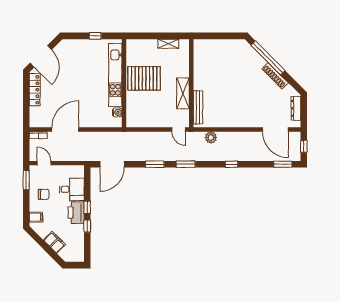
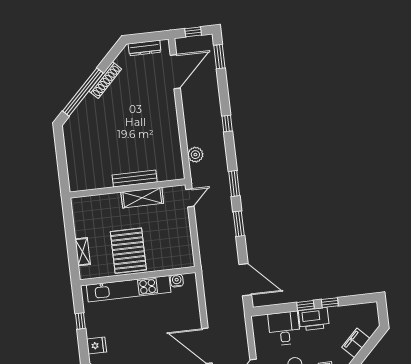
shelving: (168, 44) -> (83, 252), moved
fridge: (75, 46) -> (97, 345), added
bench: (198, 107) -> (135, 179), moved

